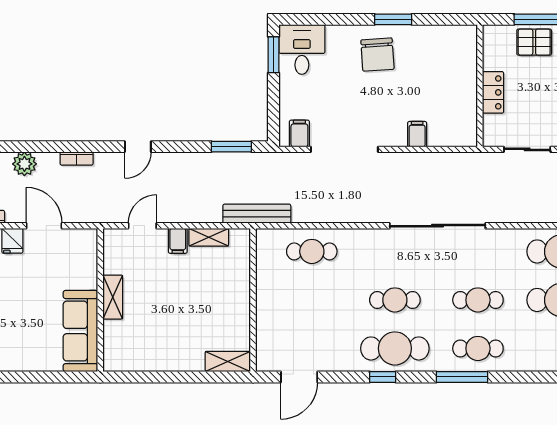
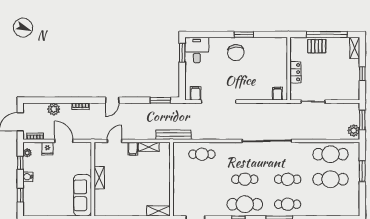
filing cabinet: (417, 134) -> (277, 94), moved

